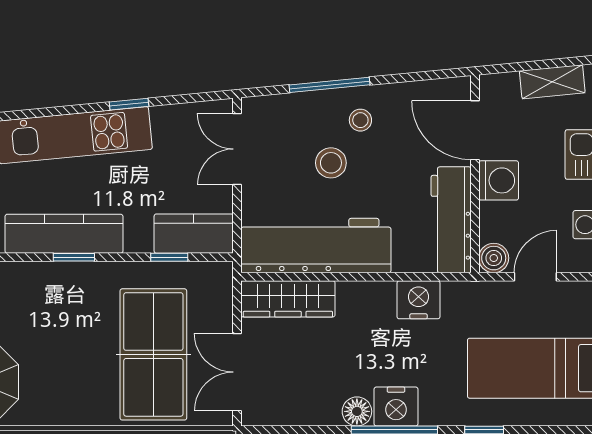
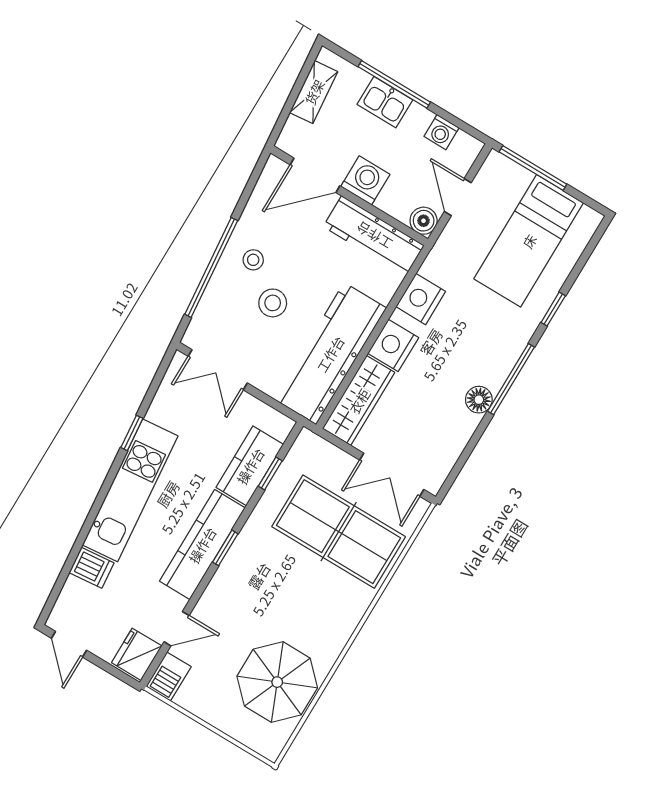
window: (329, 85) -> (211, 267), width x1.46
kitchen counter: (194, 234) -> (250, 466), moved
nightstand: (396, 406) -> (393, 345), moved, turned 180

